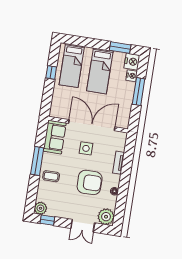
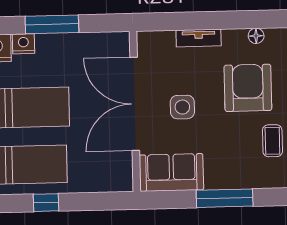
coffee table: (51, 176) -> (272, 141), moved

